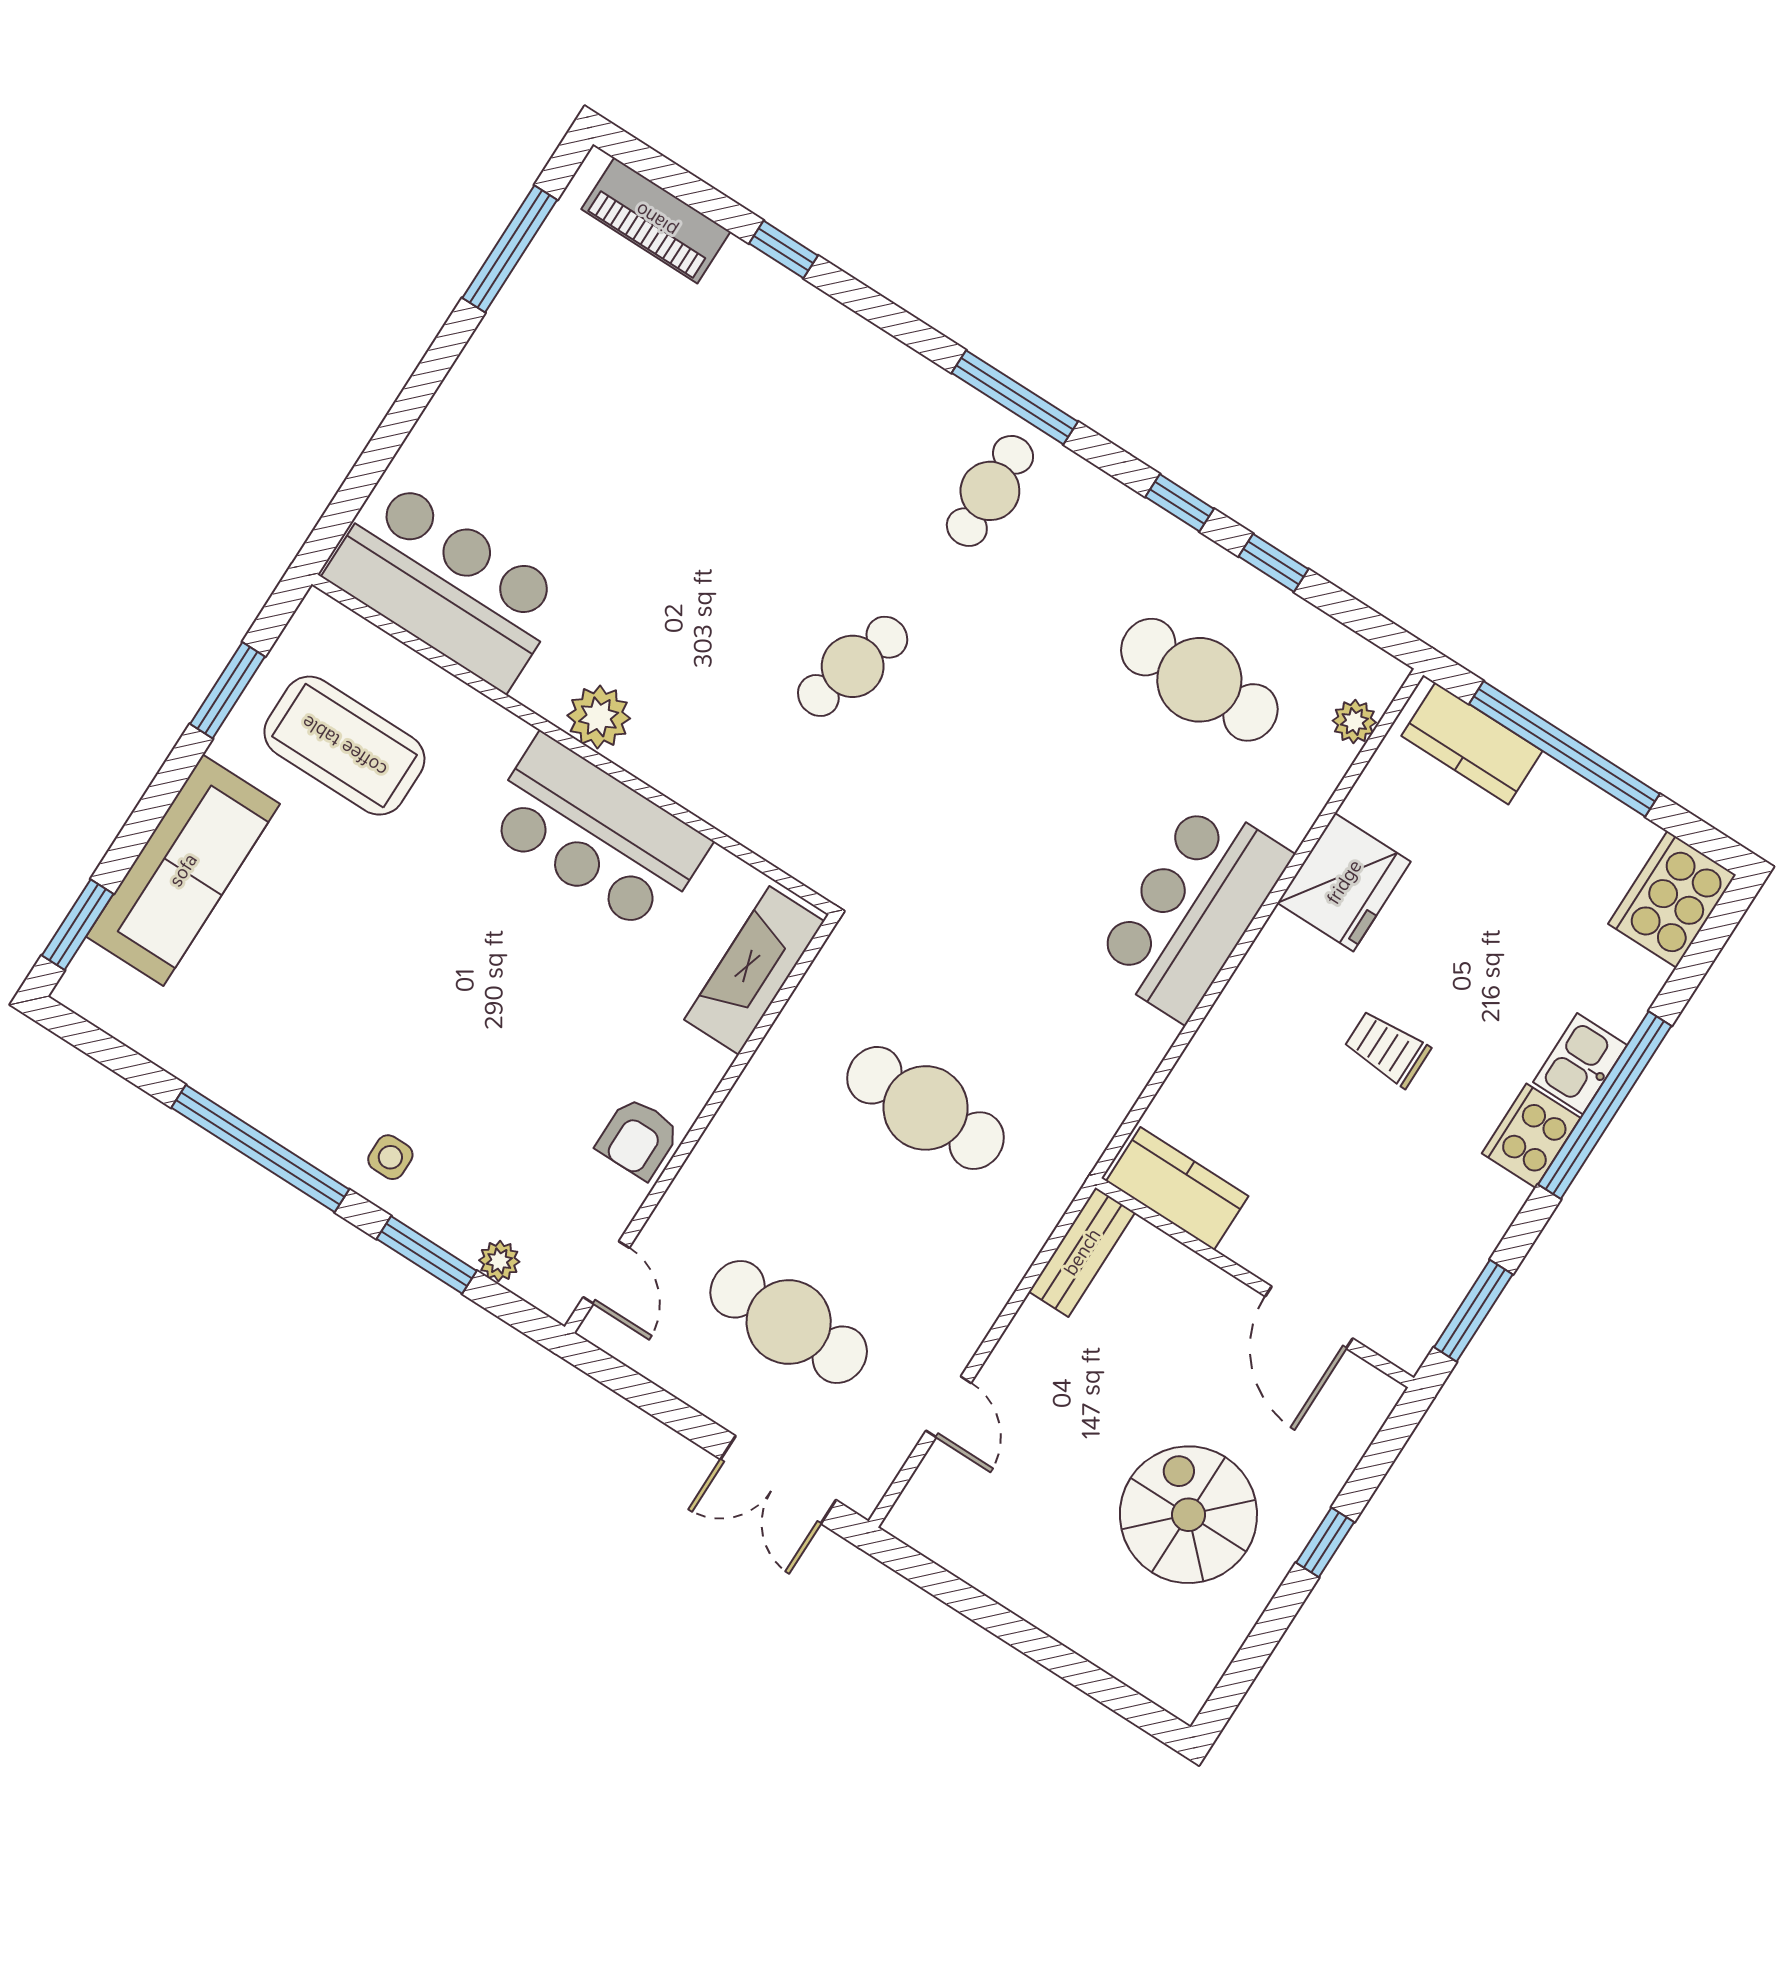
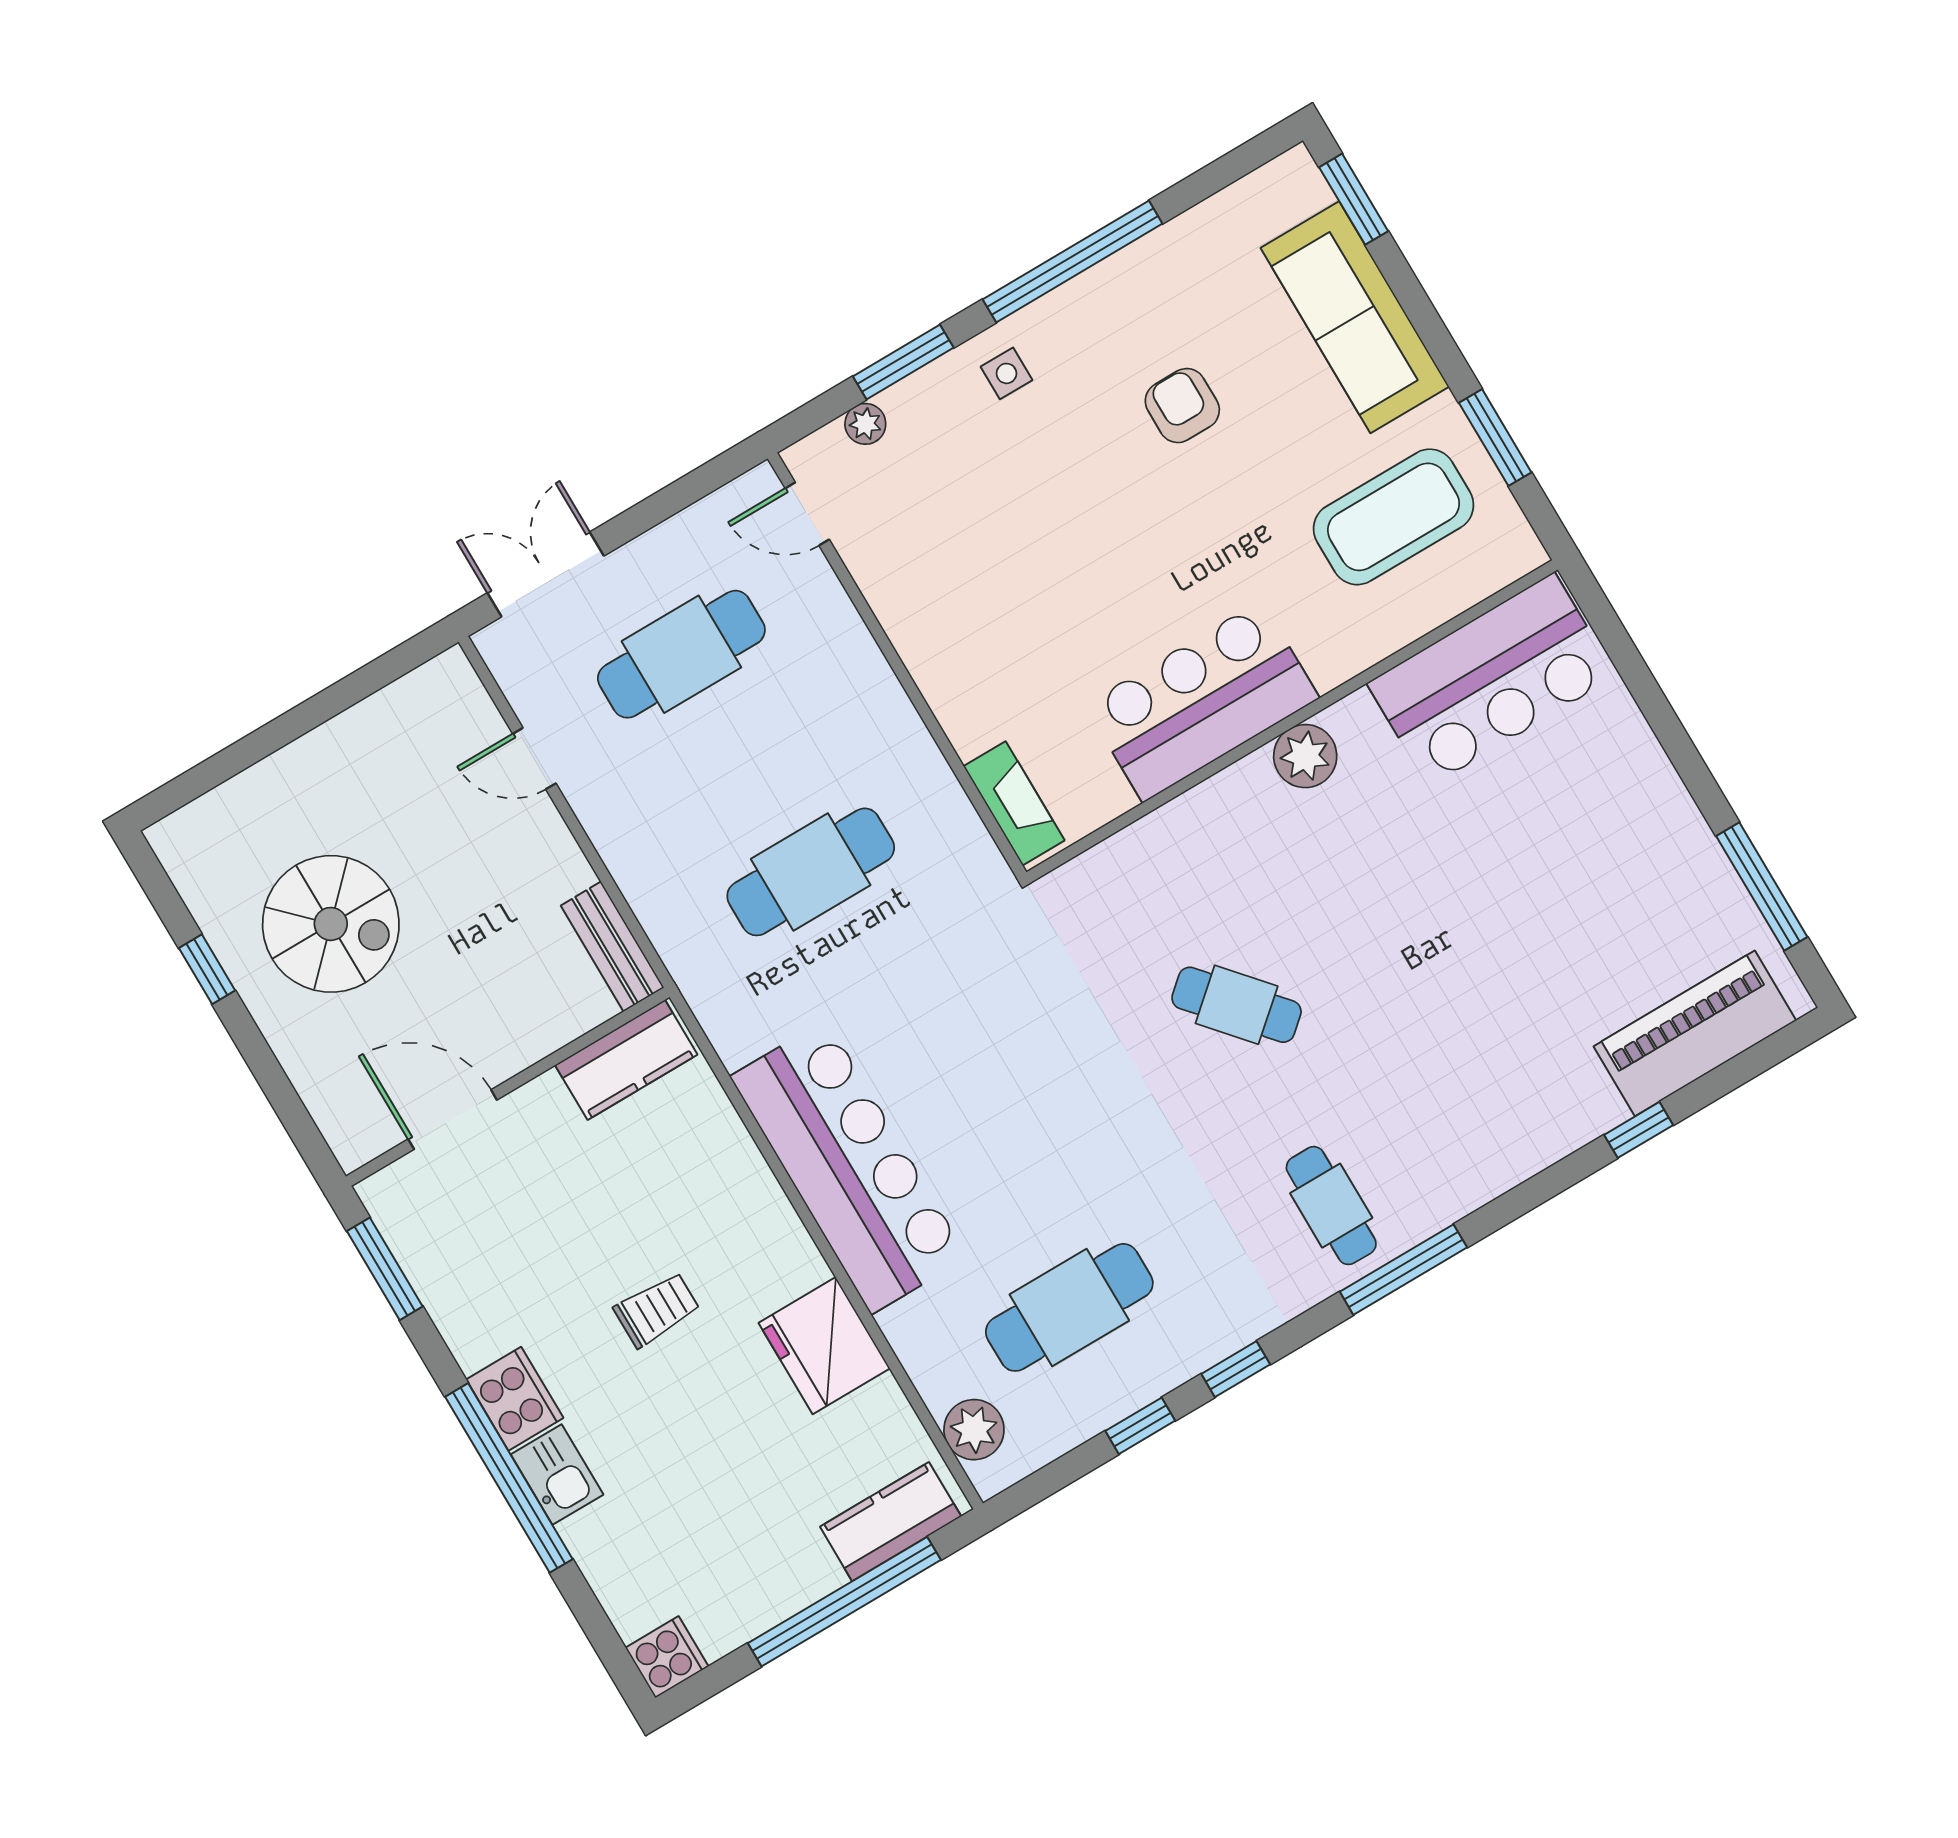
piano: (656, 220) -> (1695, 1033), width x1.37, depth x1.33
cafe table: (853, 666) -> (1237, 1005), turned -58
plant: (1354, 722) -> (974, 1430), width x1.38, depth x1.38
cooker: (1672, 899) -> (667, 1657), width x0.53, depth x0.76
bar counter: (1193, 910) -> (849, 1167), width x1.36
fireplace: (754, 970) -> (1014, 803), width x0.73, depth x0.76
armchair: (638, 1138) -> (1182, 406), moved
window: (1325, 1542) -> (207, 969), moved

